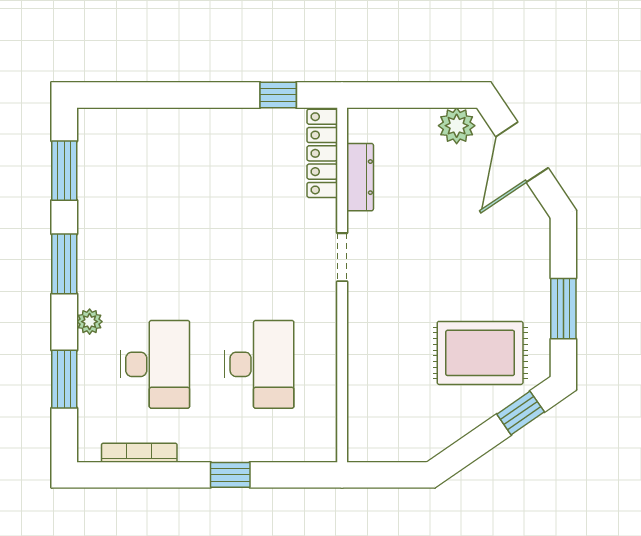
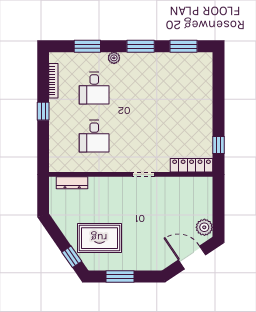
dresser: (360, 177) -> (72, 183), moved
rug: (480, 353) -> (99, 238), turned 90
desk: (155, 364) -> (94, 88), width x0.73
desk: (259, 364) -> (94, 136), width x0.73
window: (230, 475) -> (43, 111), moved

